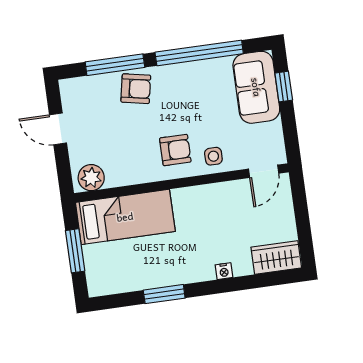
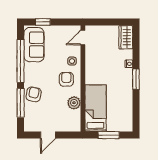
sofa: (256, 87) -> (34, 45), moved, turned -90
door: (264, 171) -> (83, 38), swing flipped
plant: (91, 178) -> (74, 103), moved
window: (164, 294) -> (136, 79), moved

